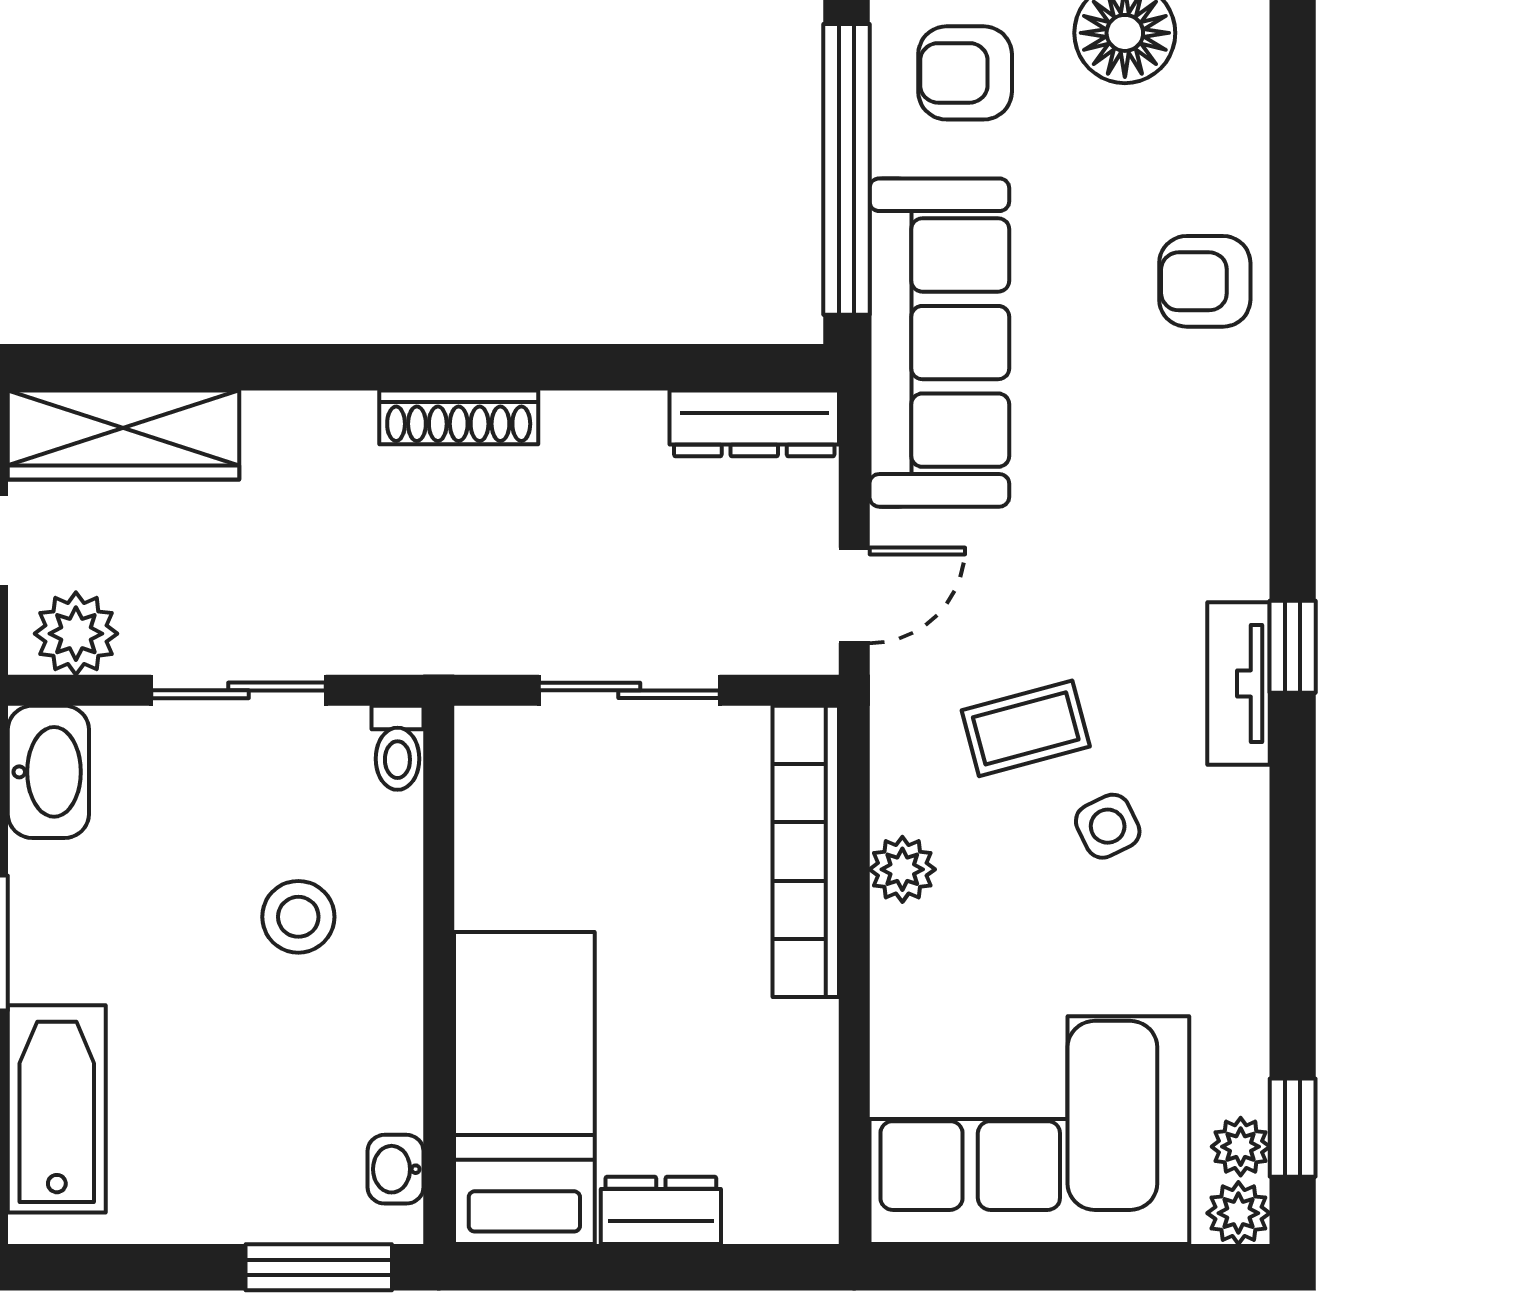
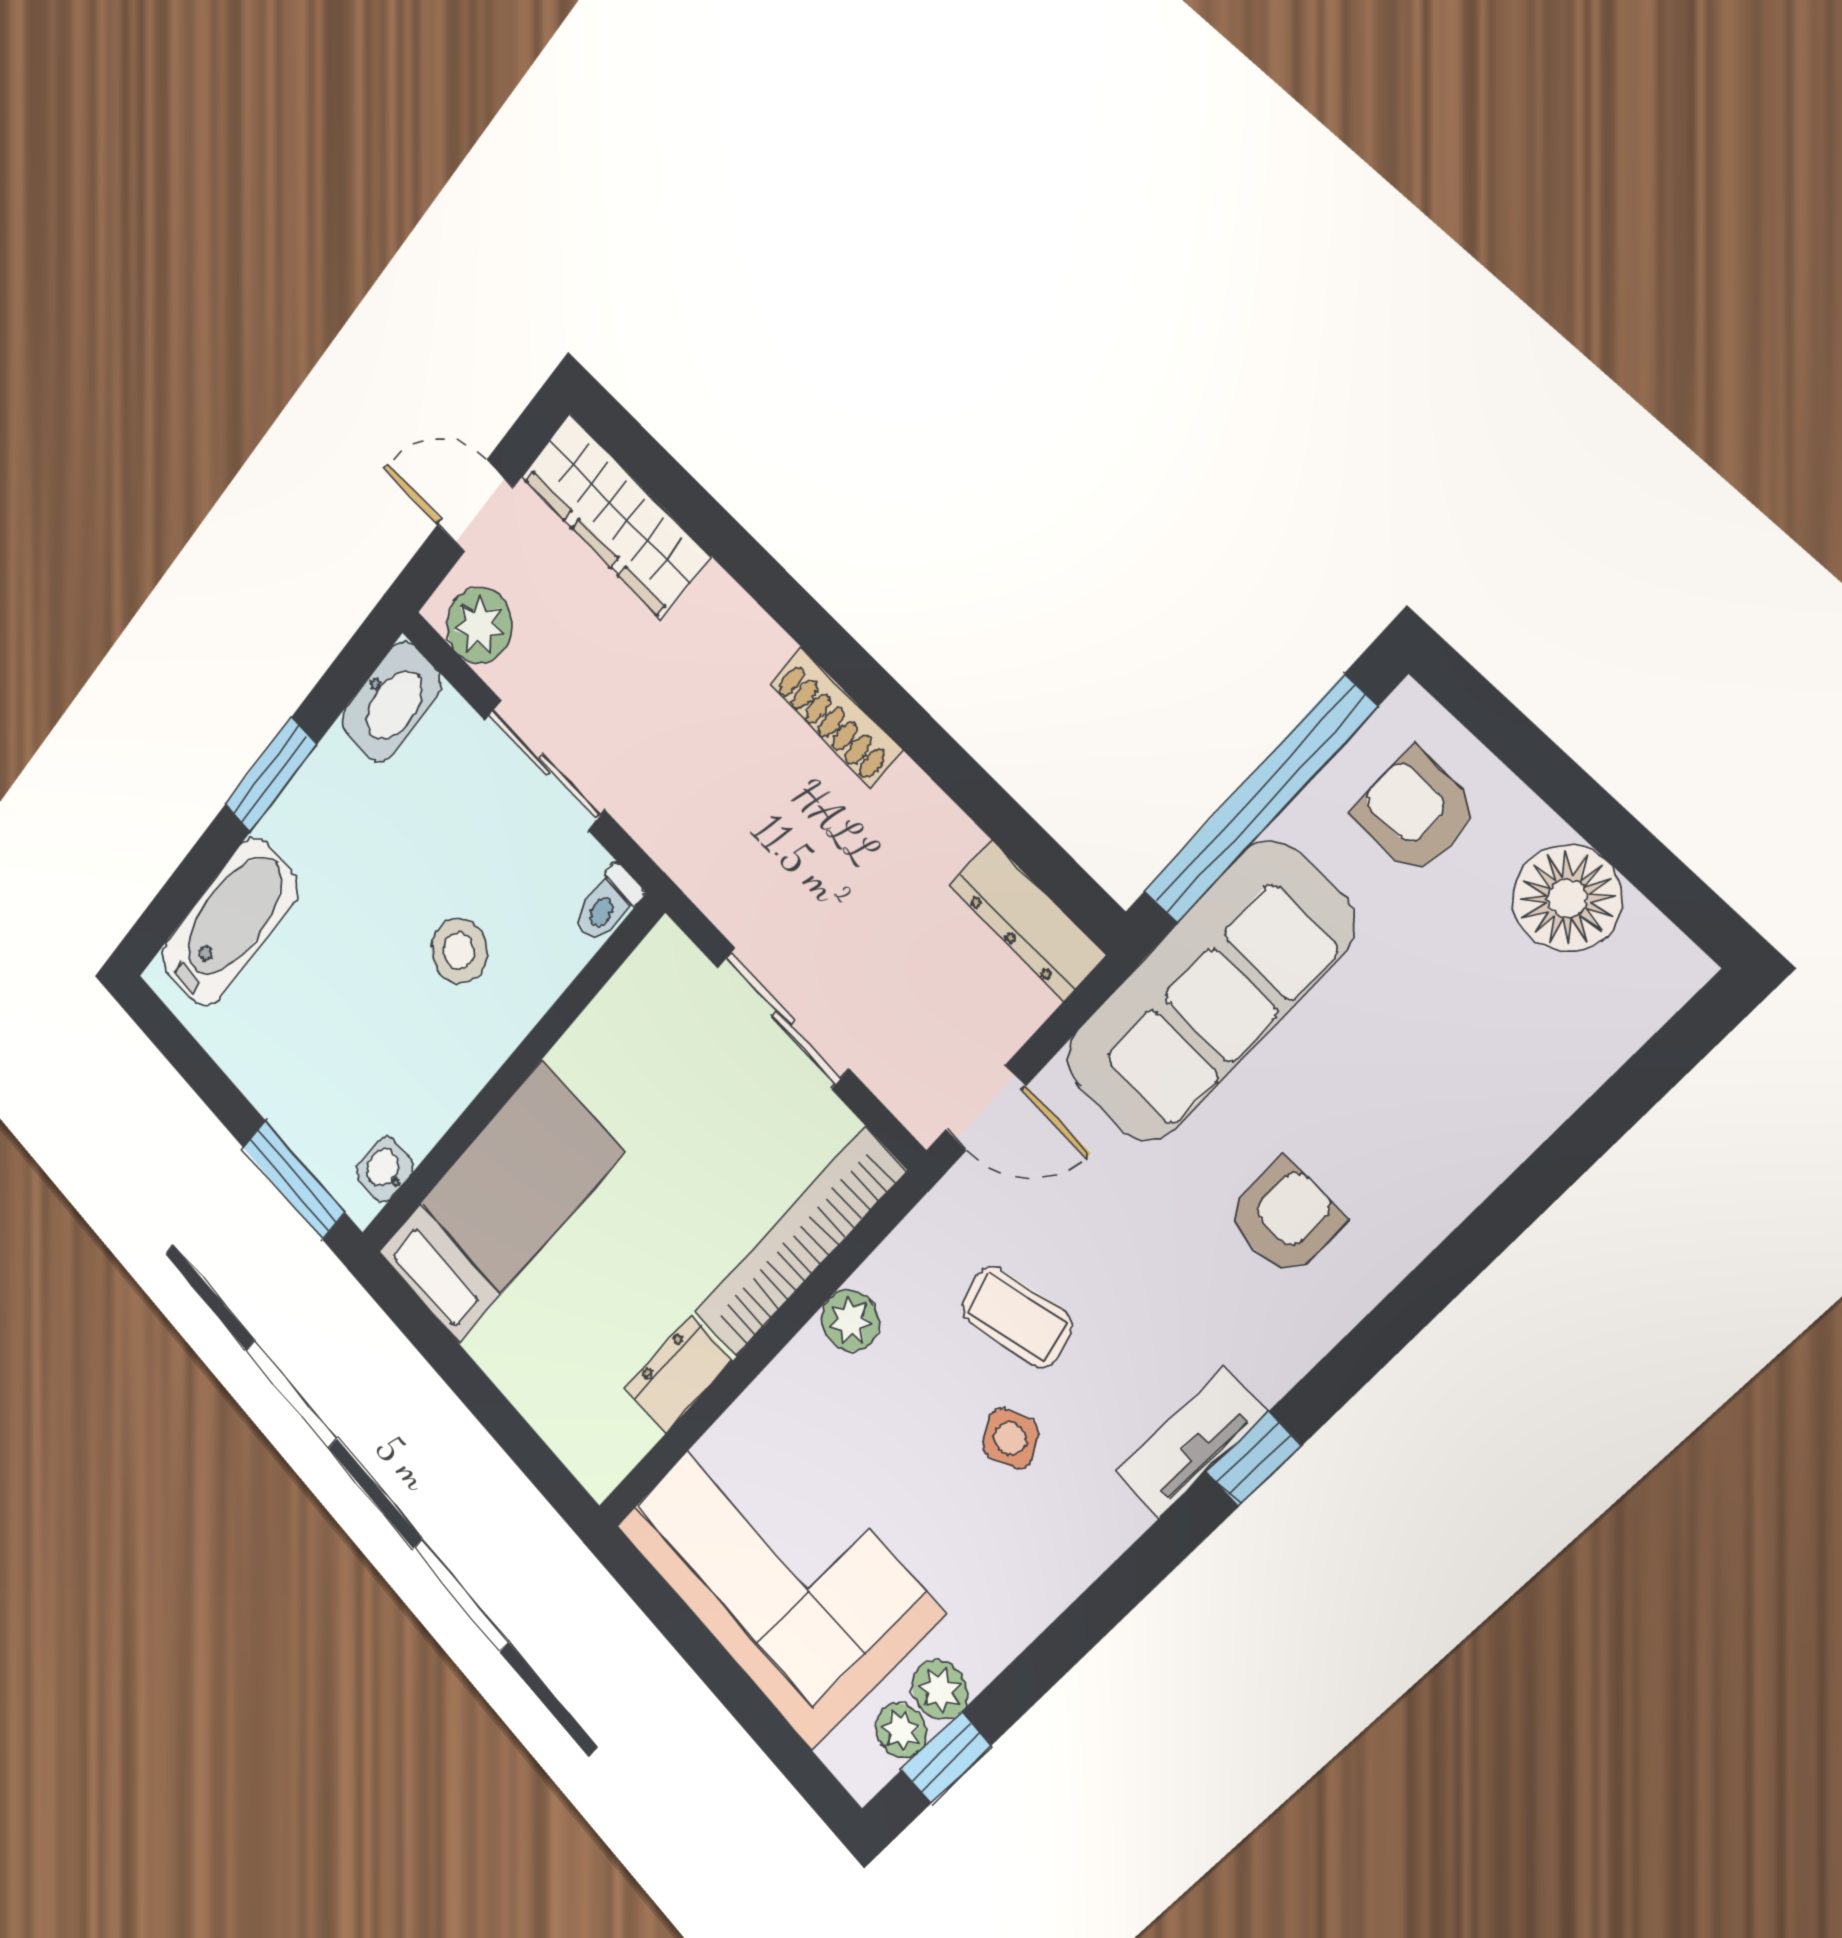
armchair: (1205, 281) -> (1285, 1217), moved, turned 90
dresser: (661, 1210) -> (679, 1374), moved, turned -90
plant: (1238, 1213) -> (940, 1690), moved

